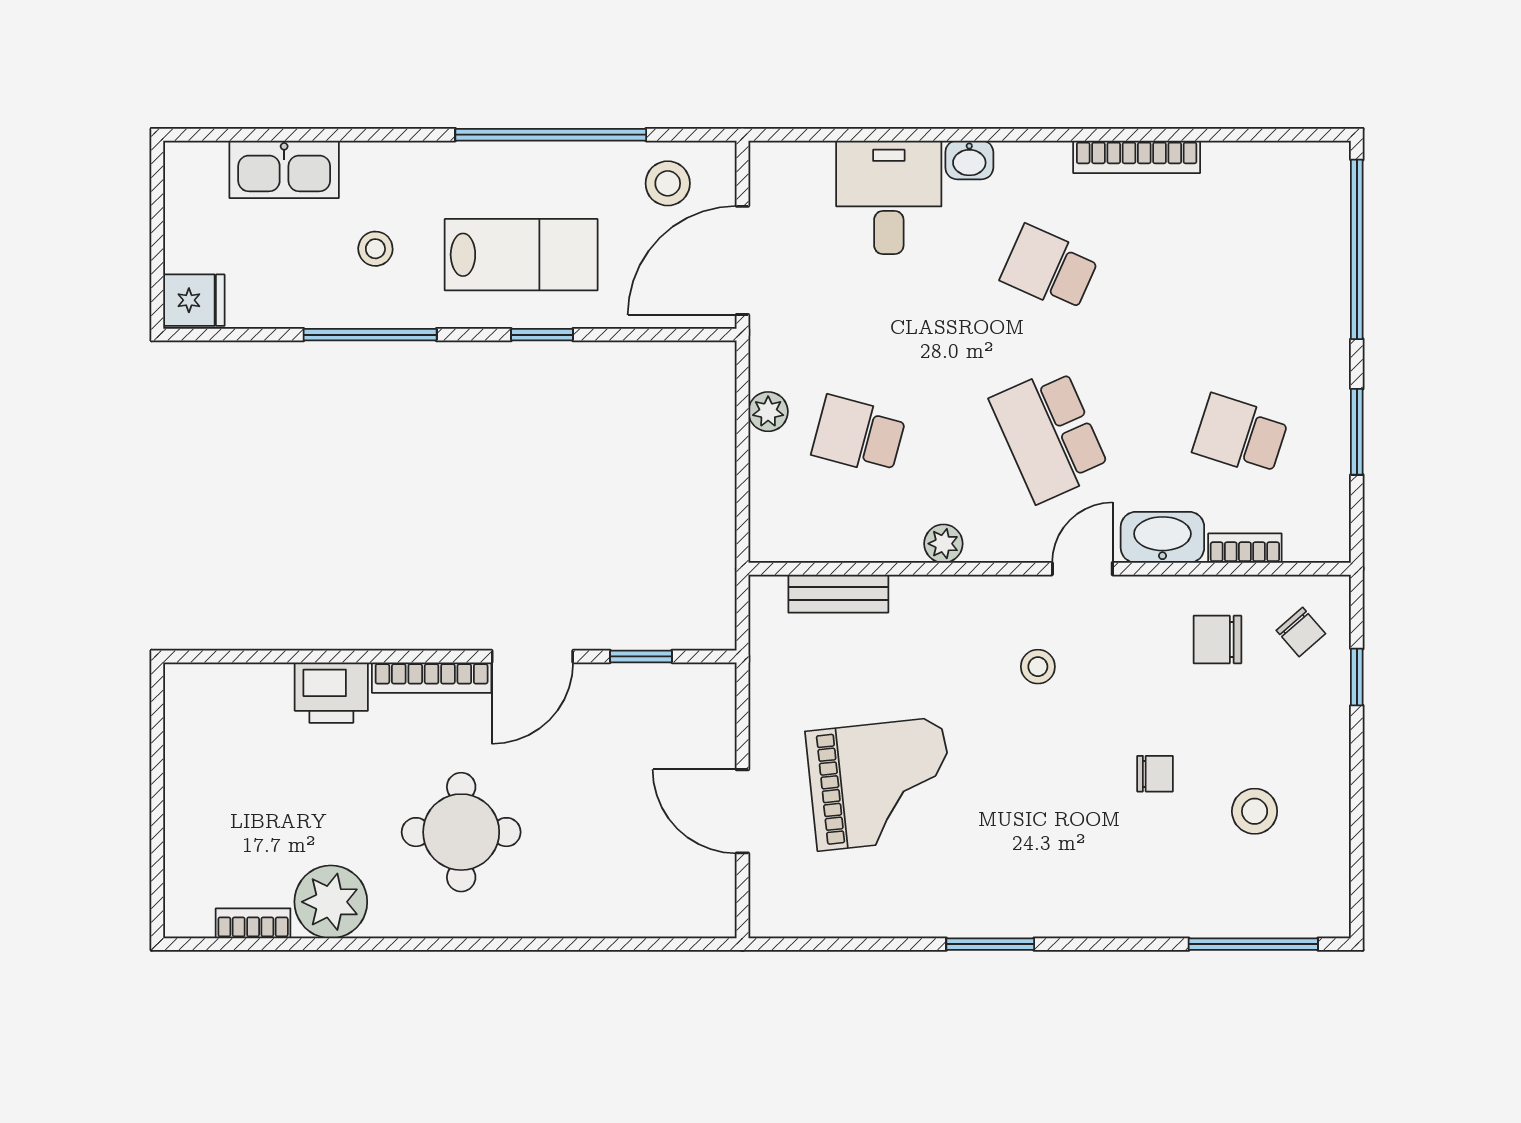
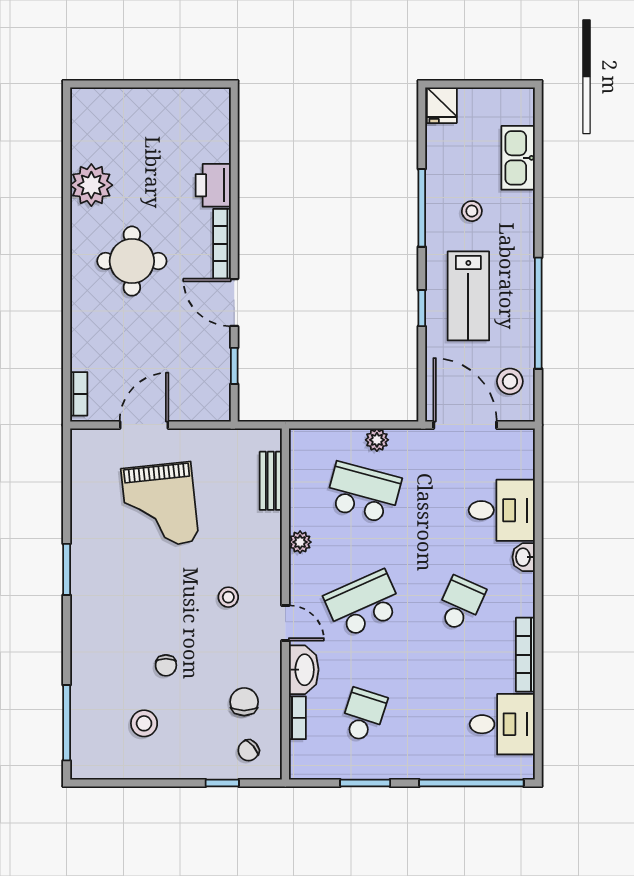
desk: (1256, 197) -> (502, 724), added
school desk: (859, 435) -> (363, 493), width x1.85
bookcase: (253, 923) -> (79, 394), moved

